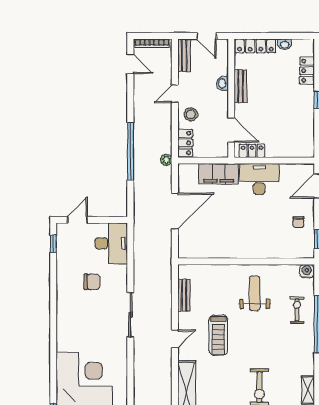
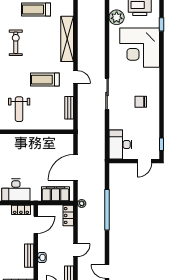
stool: (191, 114) -> (64, 236), removed
door: (231, 130) -> (36, 225), swing flipped
filing cabinet: (219, 174) -> (55, 194), moved
chair: (92, 282) -> (141, 102), moved
treadmill: (218, 335) -> (45, 80), turned -90
door: (175, 339) -> (76, 77), swing flipped

